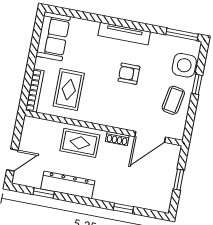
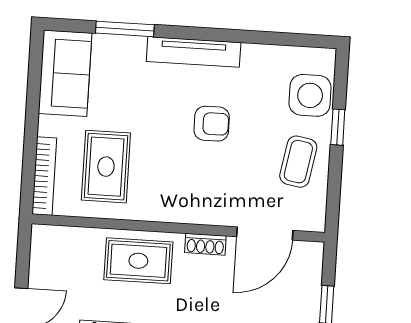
window: (182, 34) -> (125, 29), moved
armchair: (129, 74) -> (212, 124), turned 180

